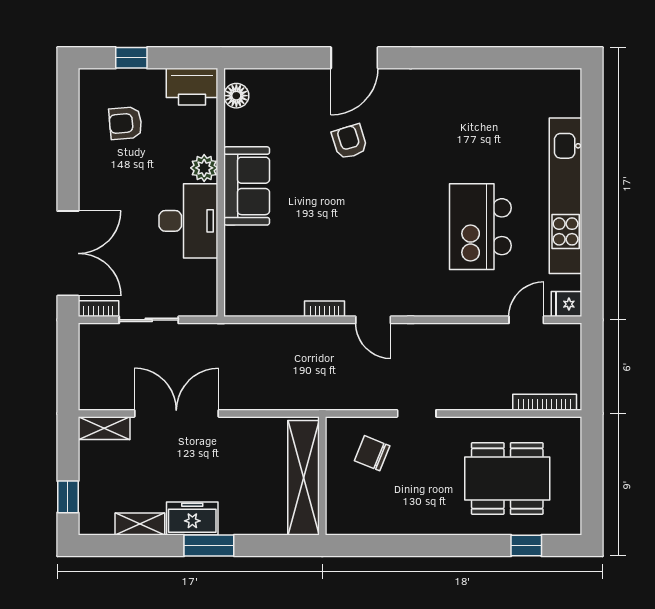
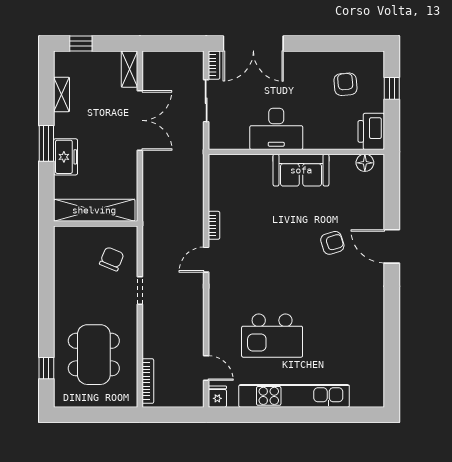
plant: (204, 168) -> (314, 140), removed
kitchen island: (480, 227) -> (272, 336), turned 180
freezer: (192, 518) -> (66, 157), moved

